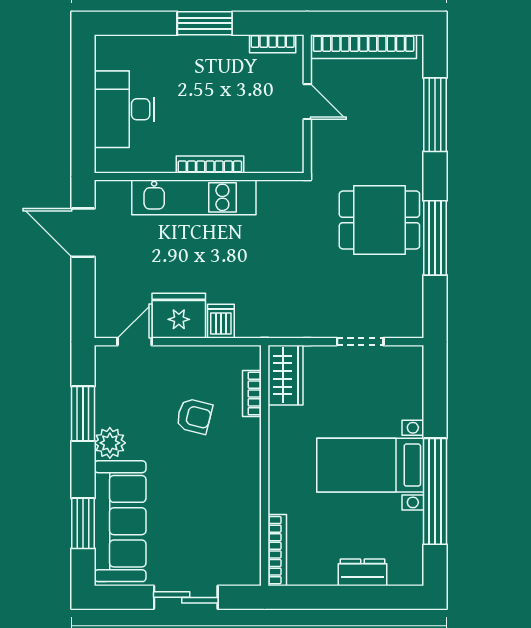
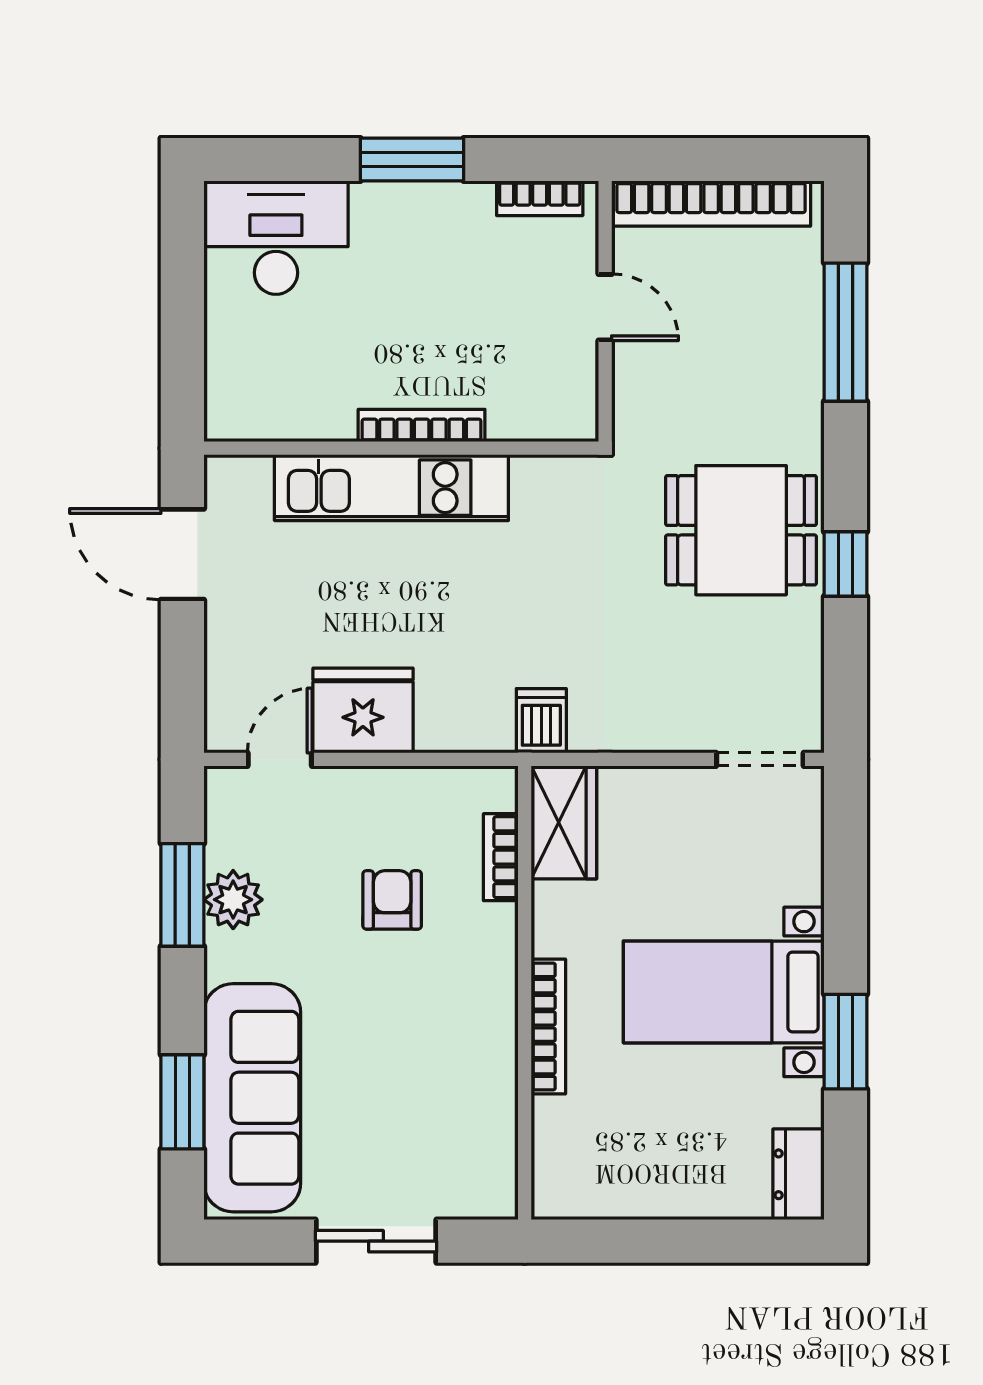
desk: (124, 109) -> (276, 238), moved, turned 90
window: (435, 238) -> (845, 564), width x0.46
dishwasher: (221, 321) -> (541, 721), moved
doorway: (360, 342) -> (760, 759), moved
armchair: (194, 416) -> (392, 900), turned -104
plant: (110, 443) -> (233, 900), moved
window: (435, 491) -> (845, 1042), width x0.47
bookcase: (277, 550) -> (548, 1027), moved
dresser: (362, 572) -> (799, 1174), moved, turned -90

